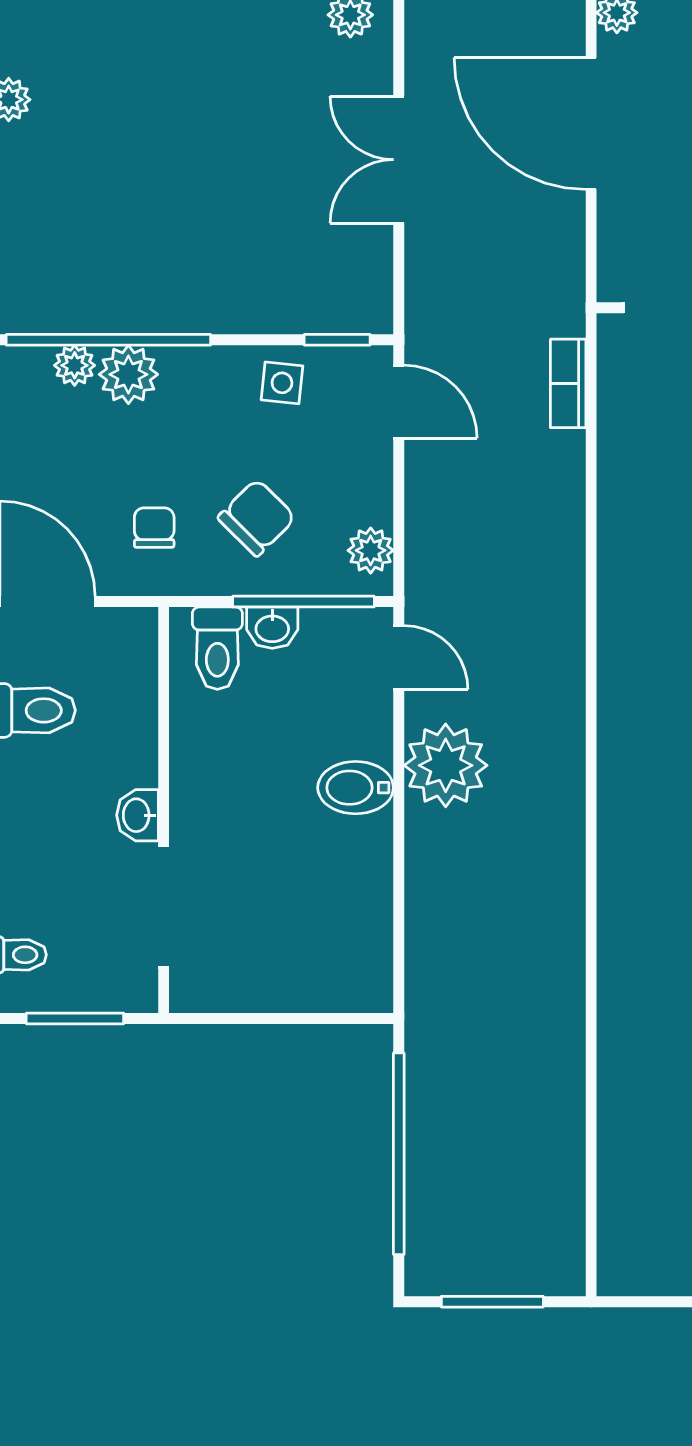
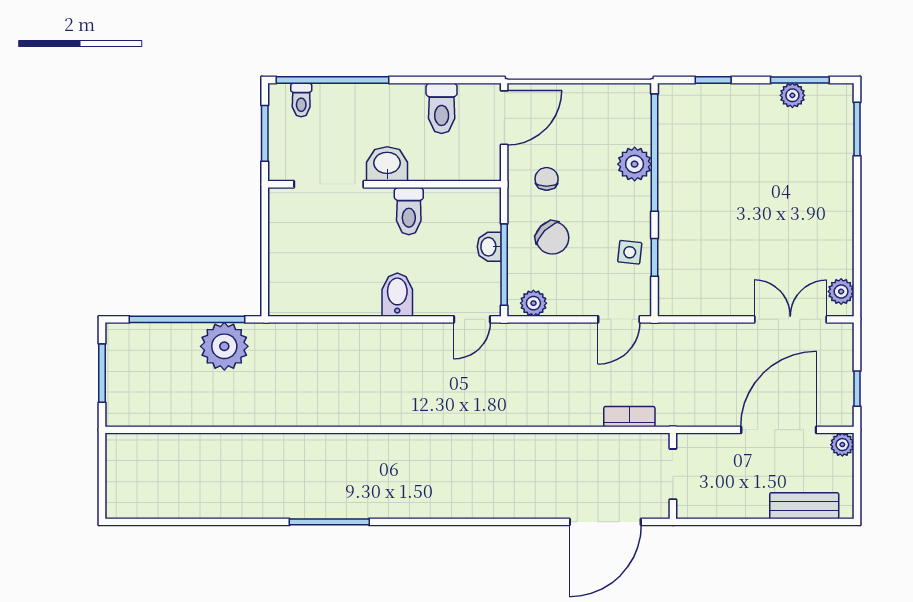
double door: (399, 160) -> (790, 319), moved
window: (337, 340) -> (654, 257), moved
plant: (75, 365) -> (640, 133), removed
chair: (154, 528) -> (547, 179), turned -90
toilet: (217, 648) -> (409, 211), moved, turned -90
plant: (446, 765) -> (224, 346), moved
washbasin: (137, 815) -> (387, 164), width x1.38, depth x1.45

